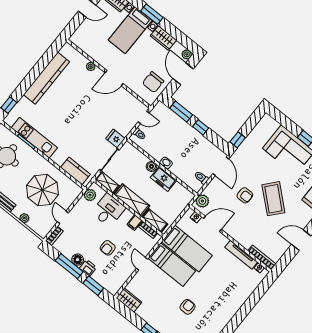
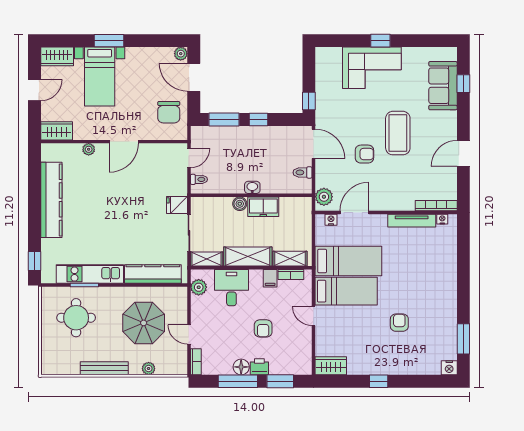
wardrobe: (163, 38) -> (57, 131), moved, turned 180
kitchen counter: (75, 171) -> (153, 274), width x1.50
coffee table: (273, 199) -> (398, 133), turned 49

